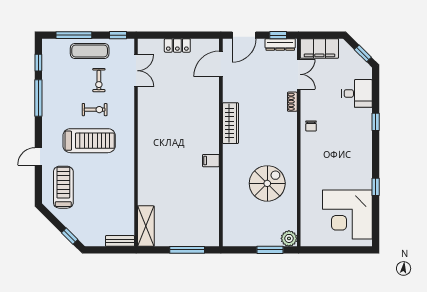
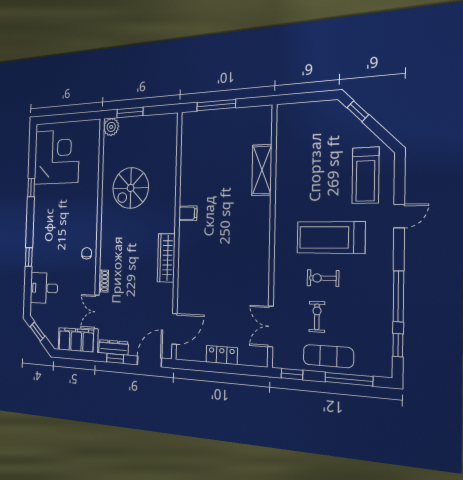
shelving: (146, 226) -> (262, 170), moved
bench: (120, 241) -> (294, 110), removed

